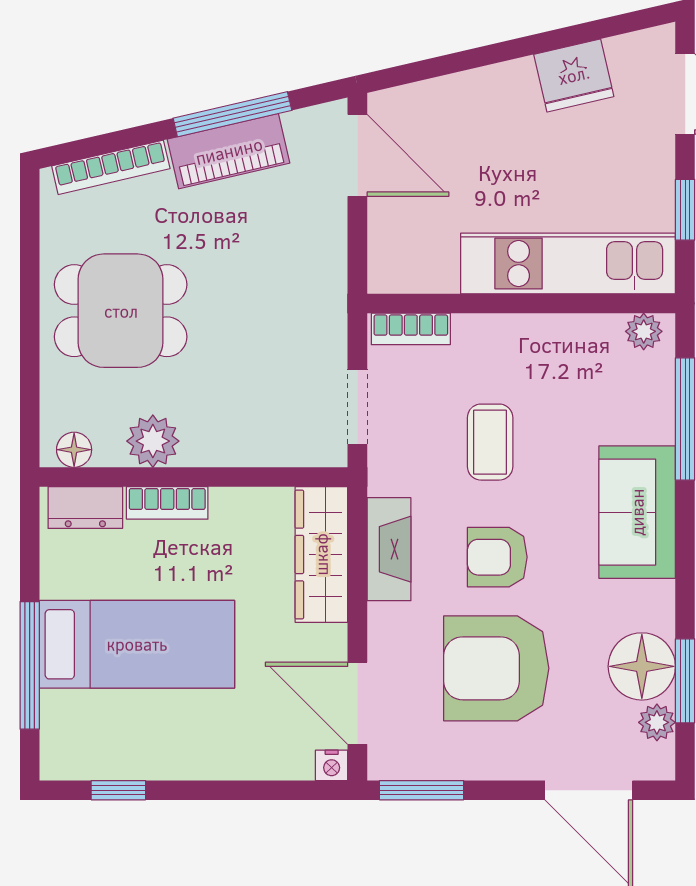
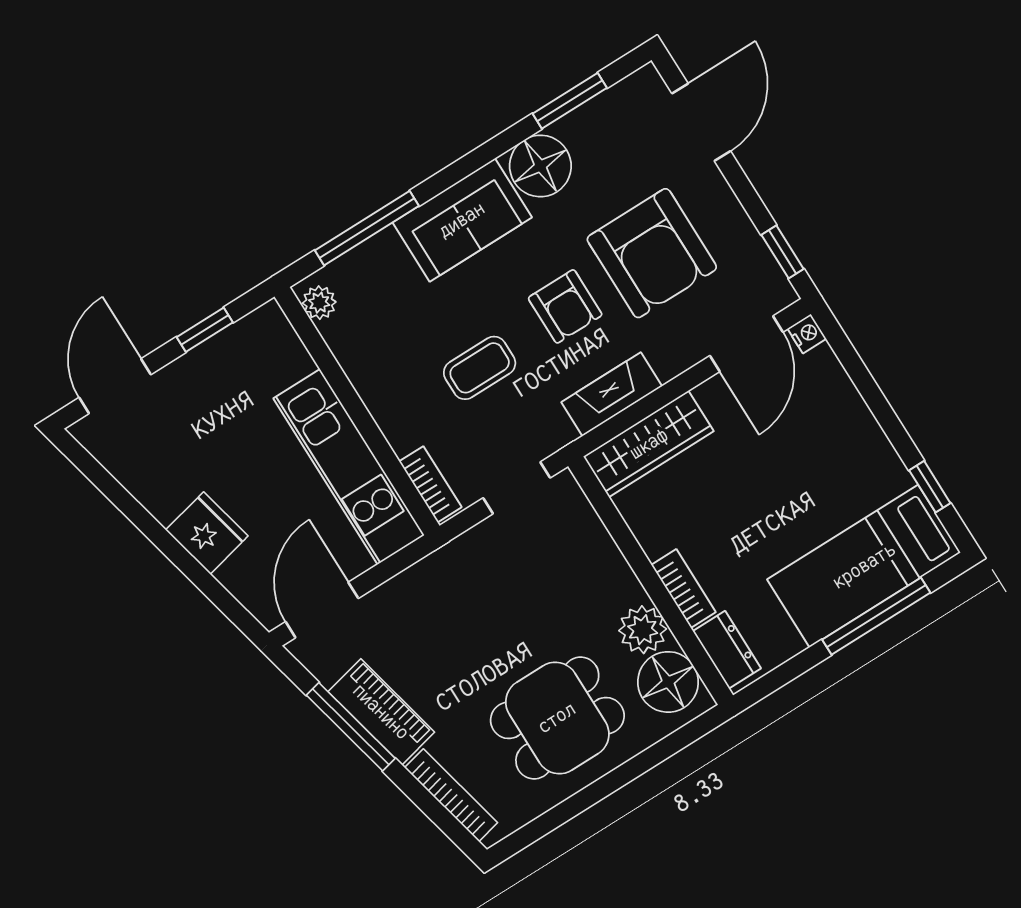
fridge: (574, 75) -> (207, 533), moved
kitchen unit: (568, 264) -> (349, 467), moved
dining table: (121, 311) -> (557, 718), turned 90
floor lamp: (74, 450) -> (668, 682), width x1.89, depth x1.89
bed: (137, 644) -> (864, 566), moved, turned -90
floor lamp: (642, 666) -> (540, 166), moved
plant: (657, 722) -> (616, 102), removed
window: (422, 790) -> (782, 252), width x0.67

